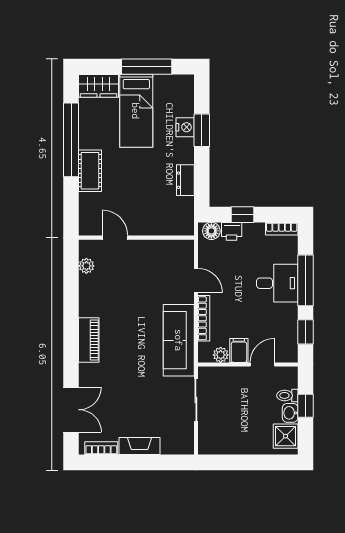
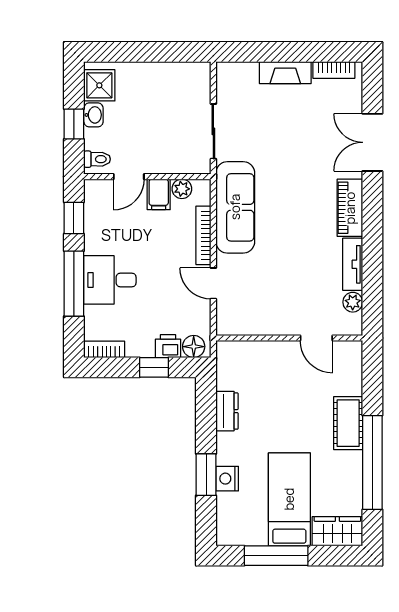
tv unit: (87, 296) -> (353, 264), added
toilet: (287, 395) -> (97, 159), moved
double door: (71, 410) -> (372, 142), moved

